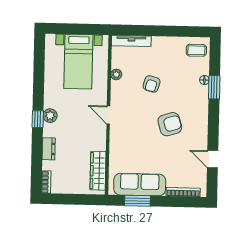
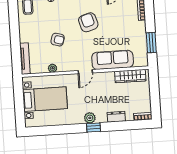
sofa: (140, 185) -> (113, 60), moved, turned 90

